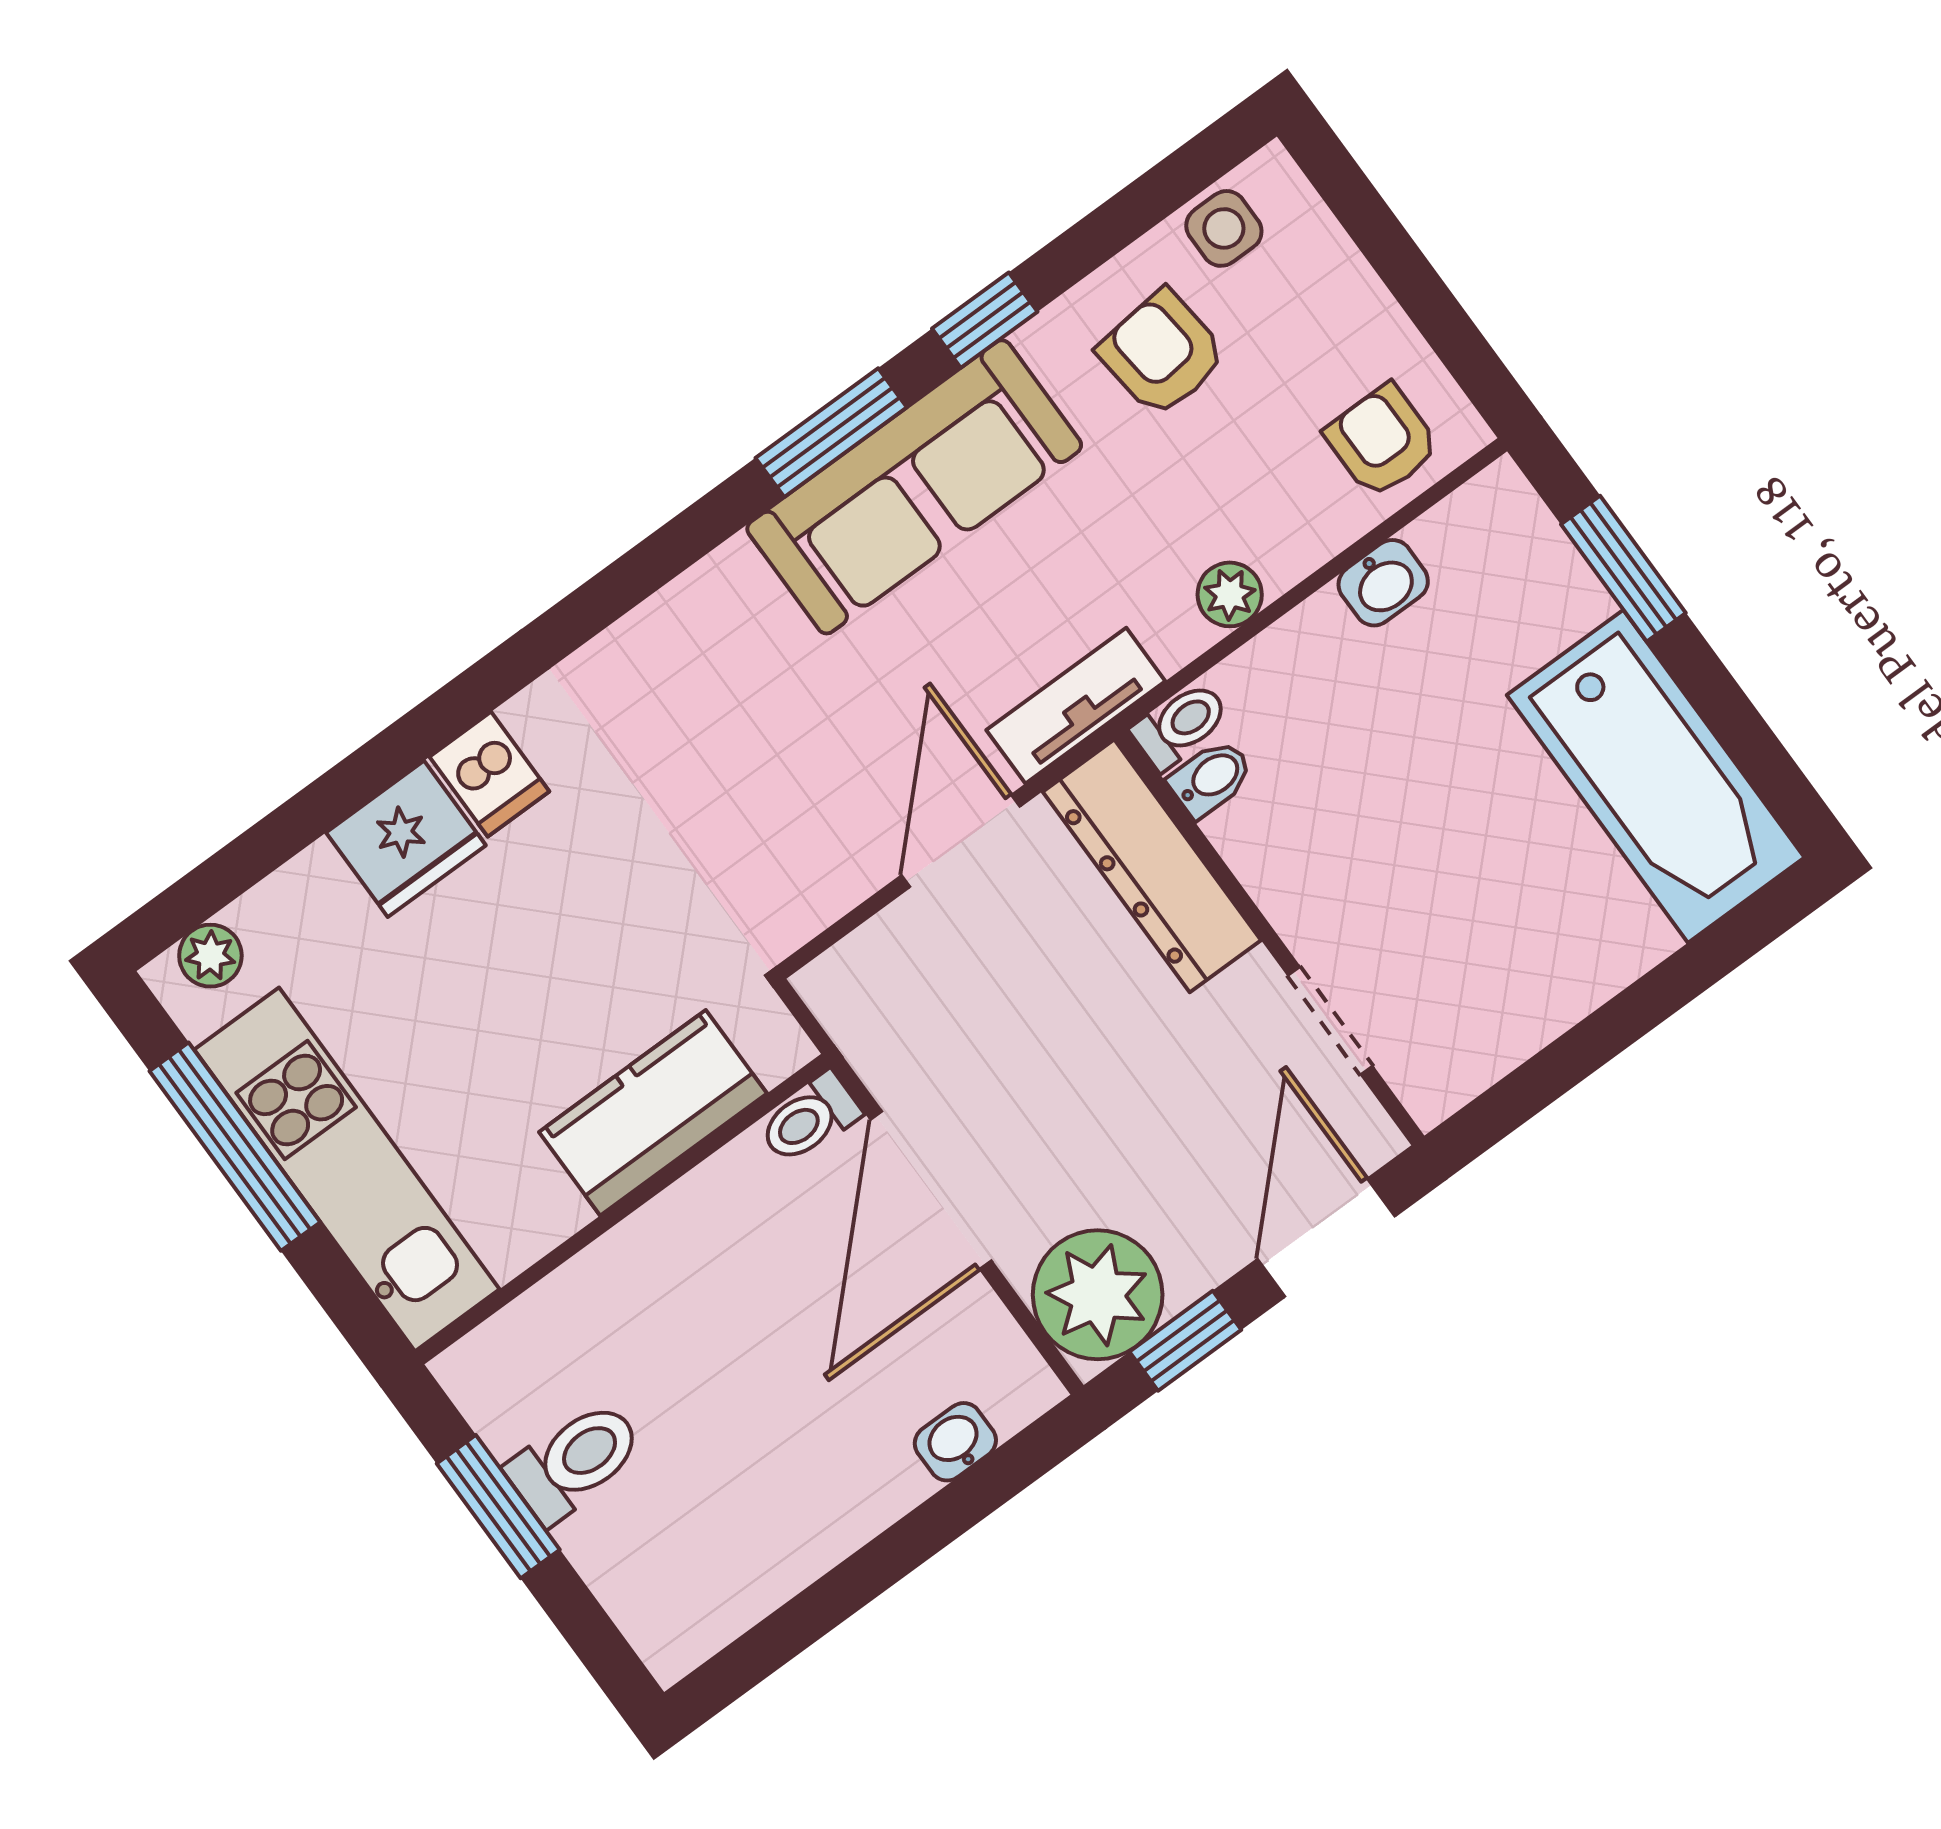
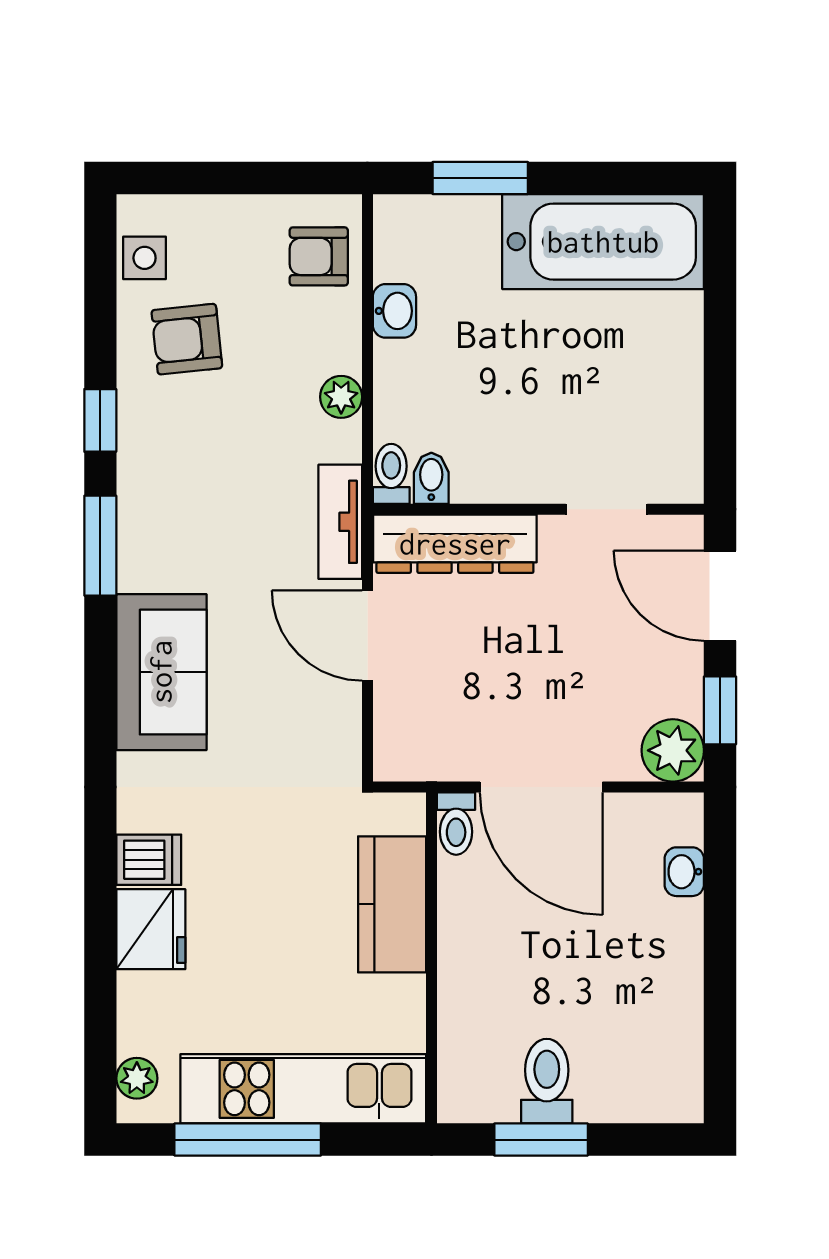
sofa: (914, 487) -> (161, 672), moved, width x0.73
plant: (1098, 1295) -> (673, 750), width x0.73, depth x0.73

